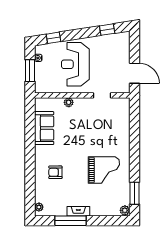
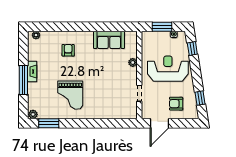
armchair: (113, 55) -> (176, 104), added
window: (70, 221) -> (23, 80), moved

